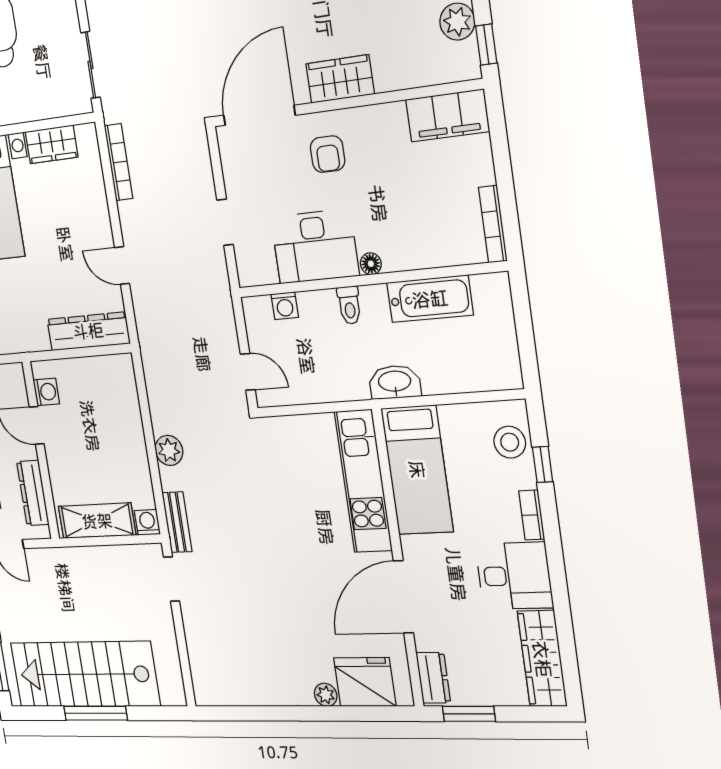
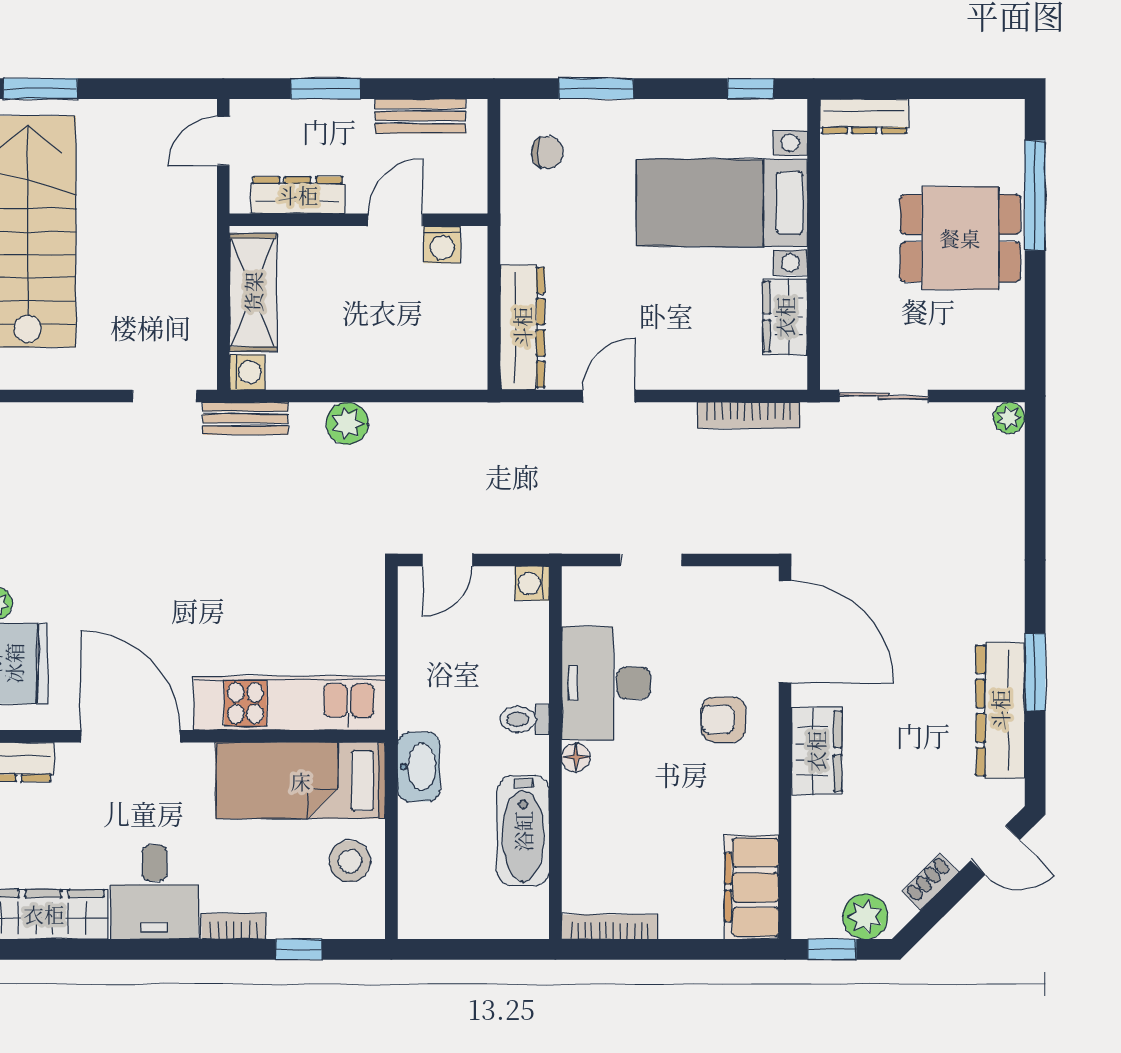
washing machine: (285, 306) -> (532, 583), moved
stool: (510, 442) -> (350, 861), moved

